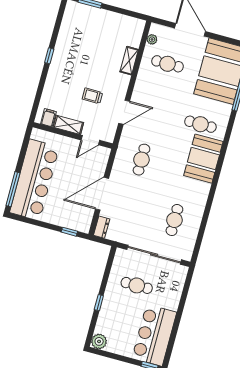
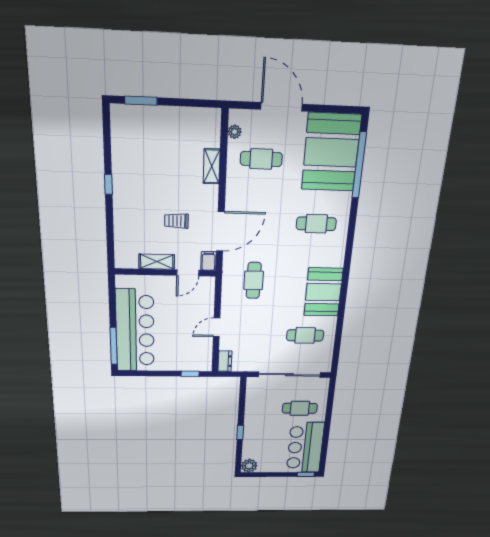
door: (124, 112) -> (220, 231), width x1.36
filing cabinet: (48, 118) -> (209, 261), moved
booth: (203, 159) -> (323, 292), moved
door: (102, 194) -> (217, 327), width x0.53
cafe table: (174, 220) -> (305, 335), turned 90
cafe table: (137, 285) -> (300, 408), moved

